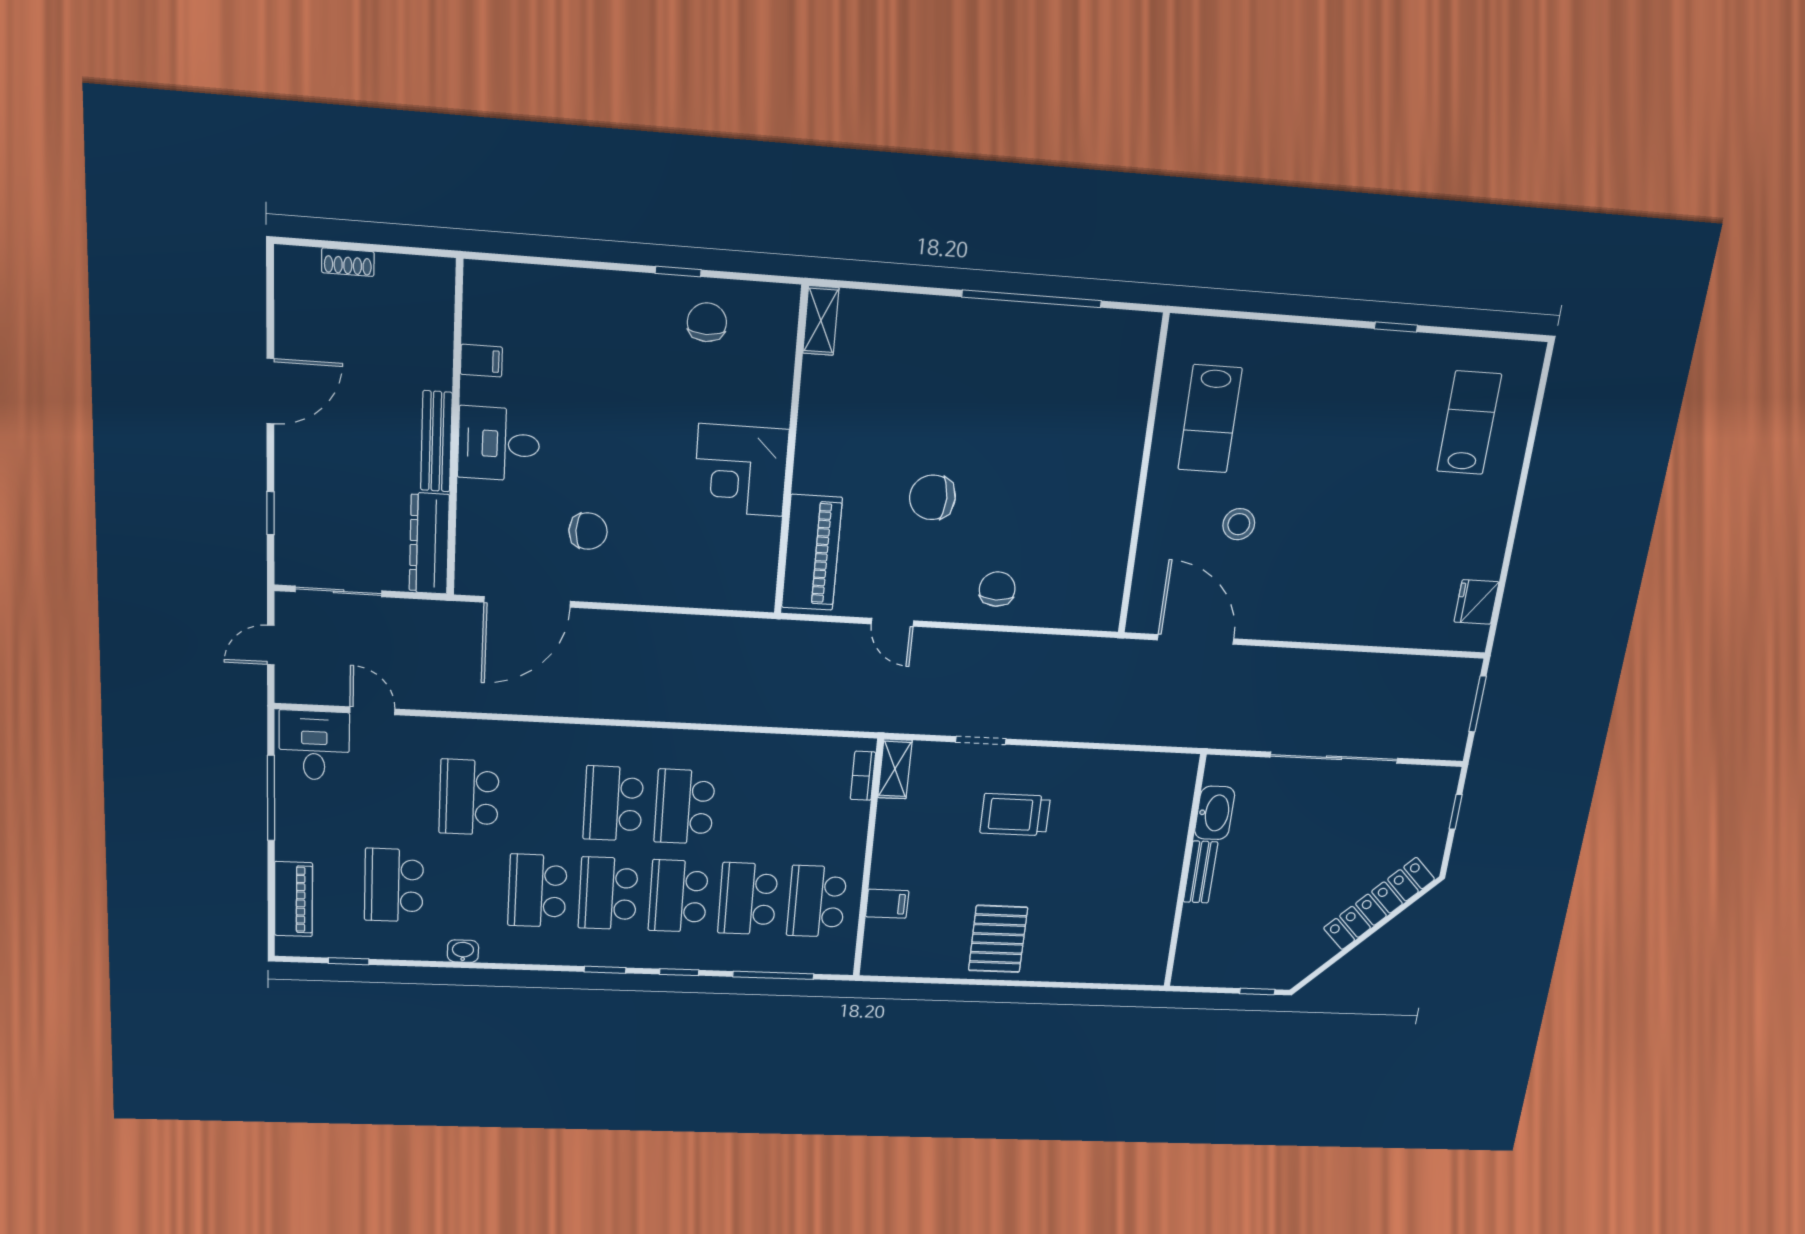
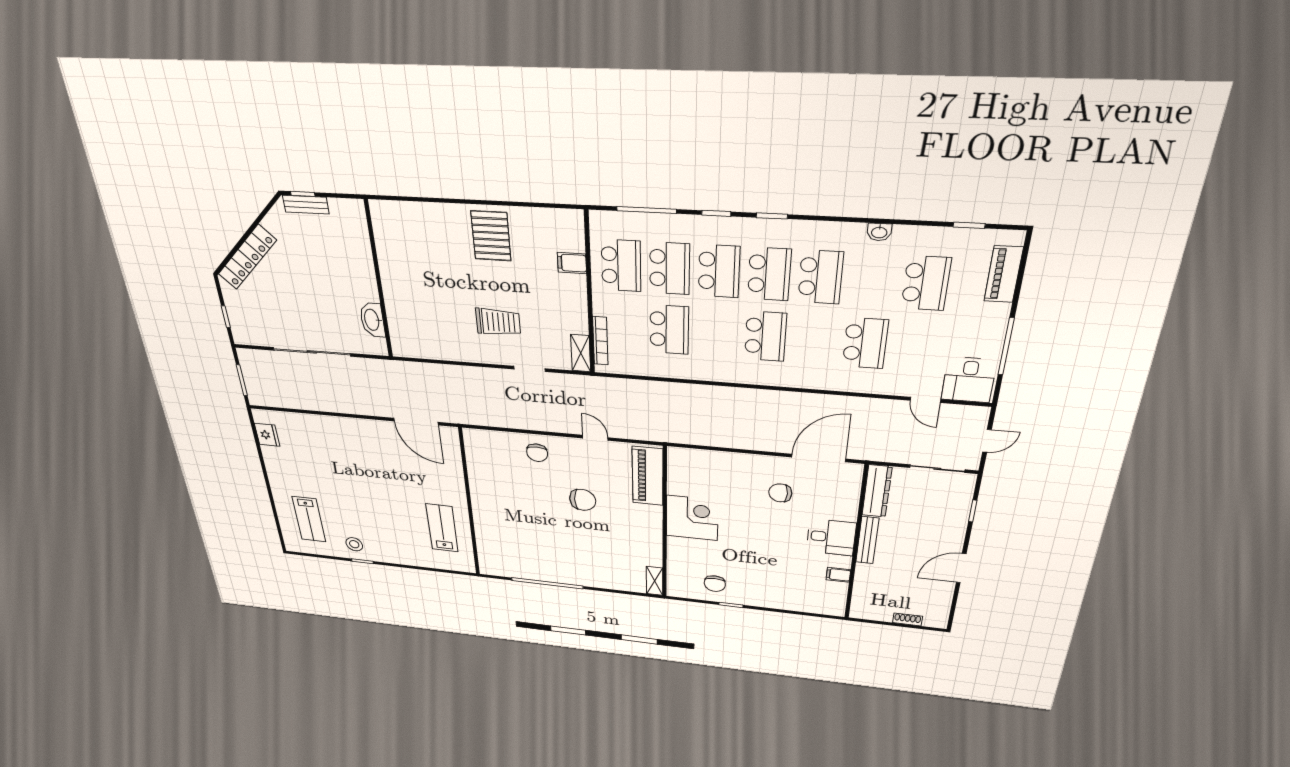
stool: (1239, 524) -> (354, 544), moved
bookcase: (863, 776) -> (600, 341), width x1.56
school desk: (685, 807) -> (669, 330), moved
bench: (1201, 872) -> (306, 205), moved, turned 90

